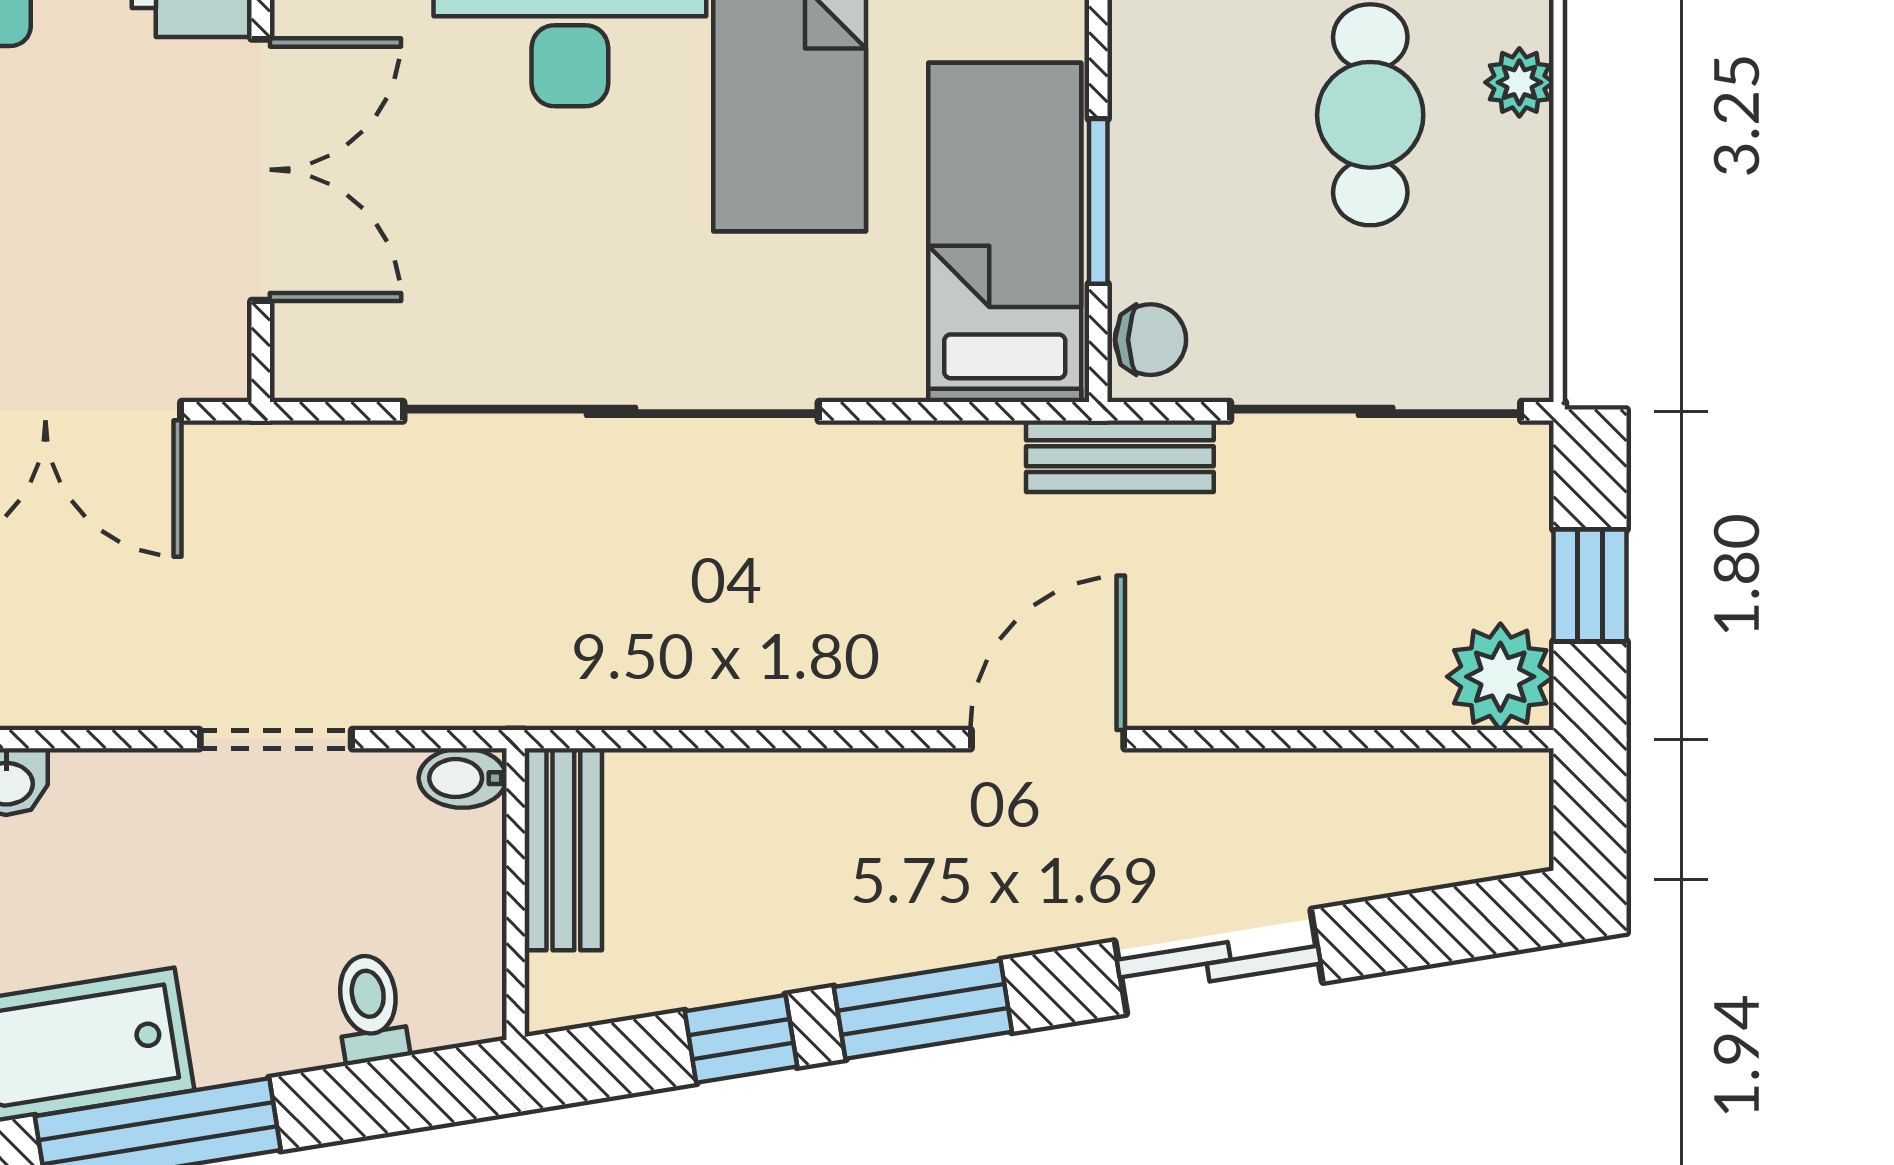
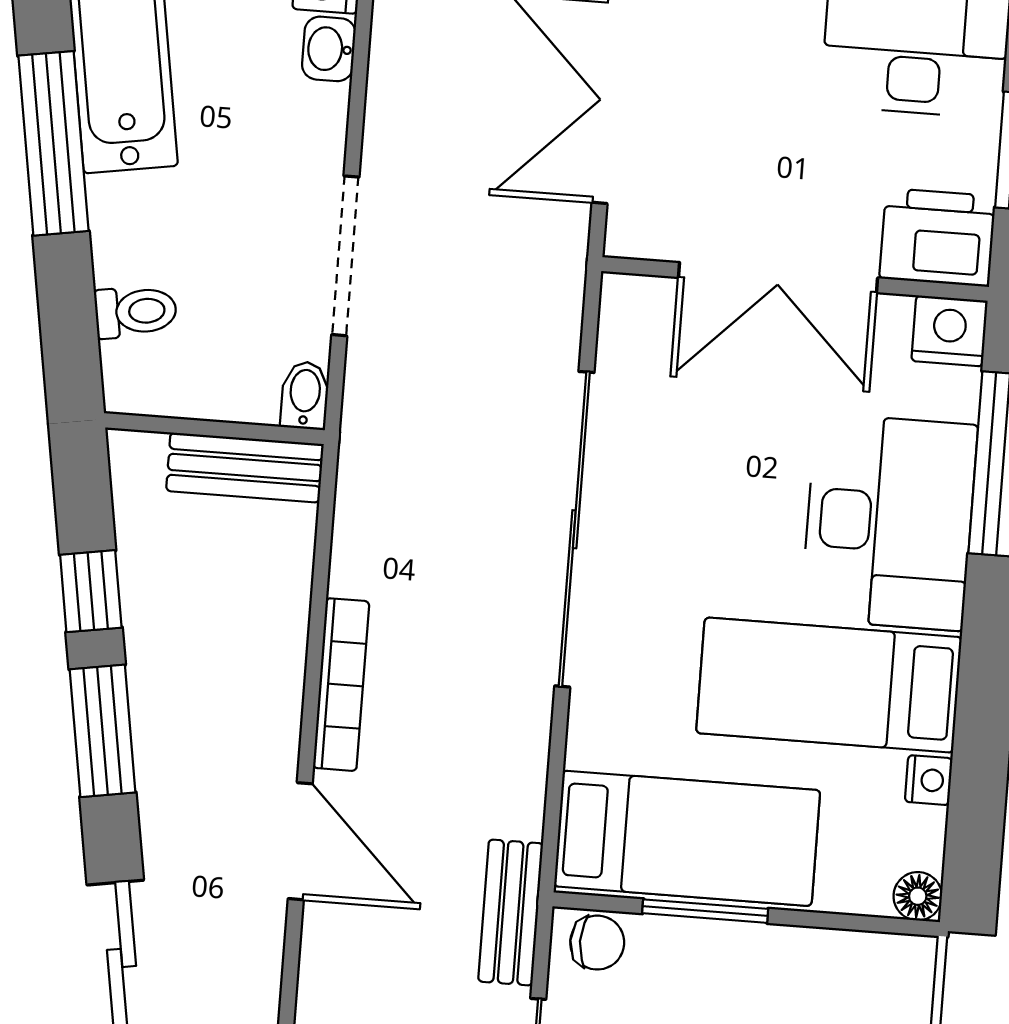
chair: (1151, 340) -> (597, 943), turned -90
bookcase: (838, 701) -> (341, 685), added
doorway: (276, 739) -> (345, 256), width x1.38

